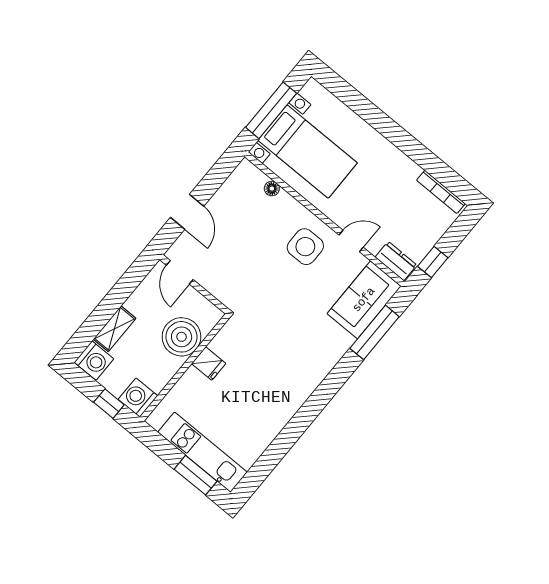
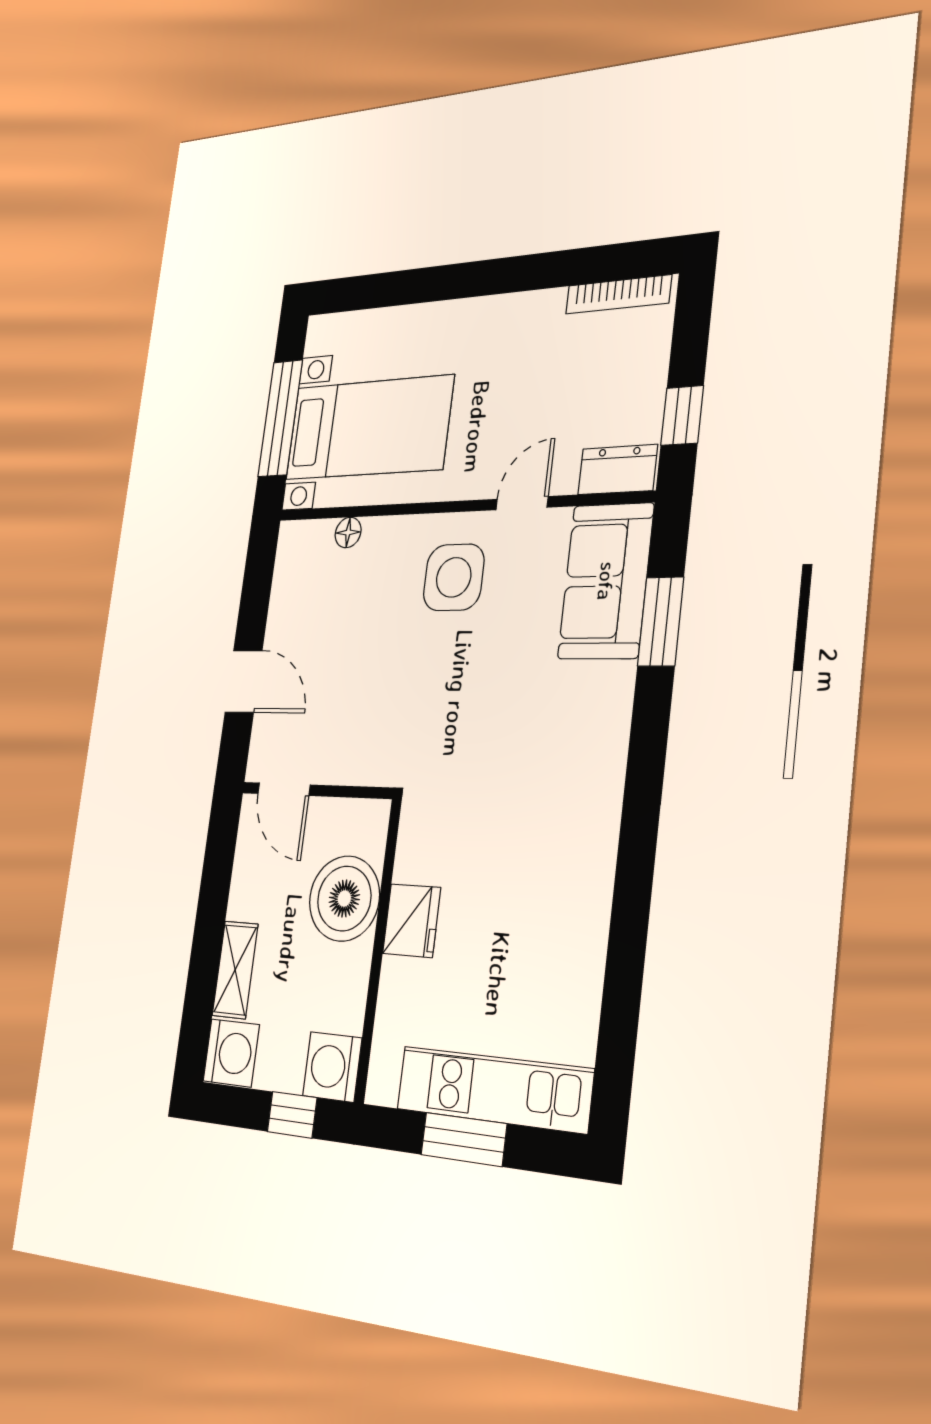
window: (375, 332) -> (661, 622), width x0.69
fridge: (209, 363) -> (412, 921), width x1.38
window: (196, 475) -> (464, 1139), moved

